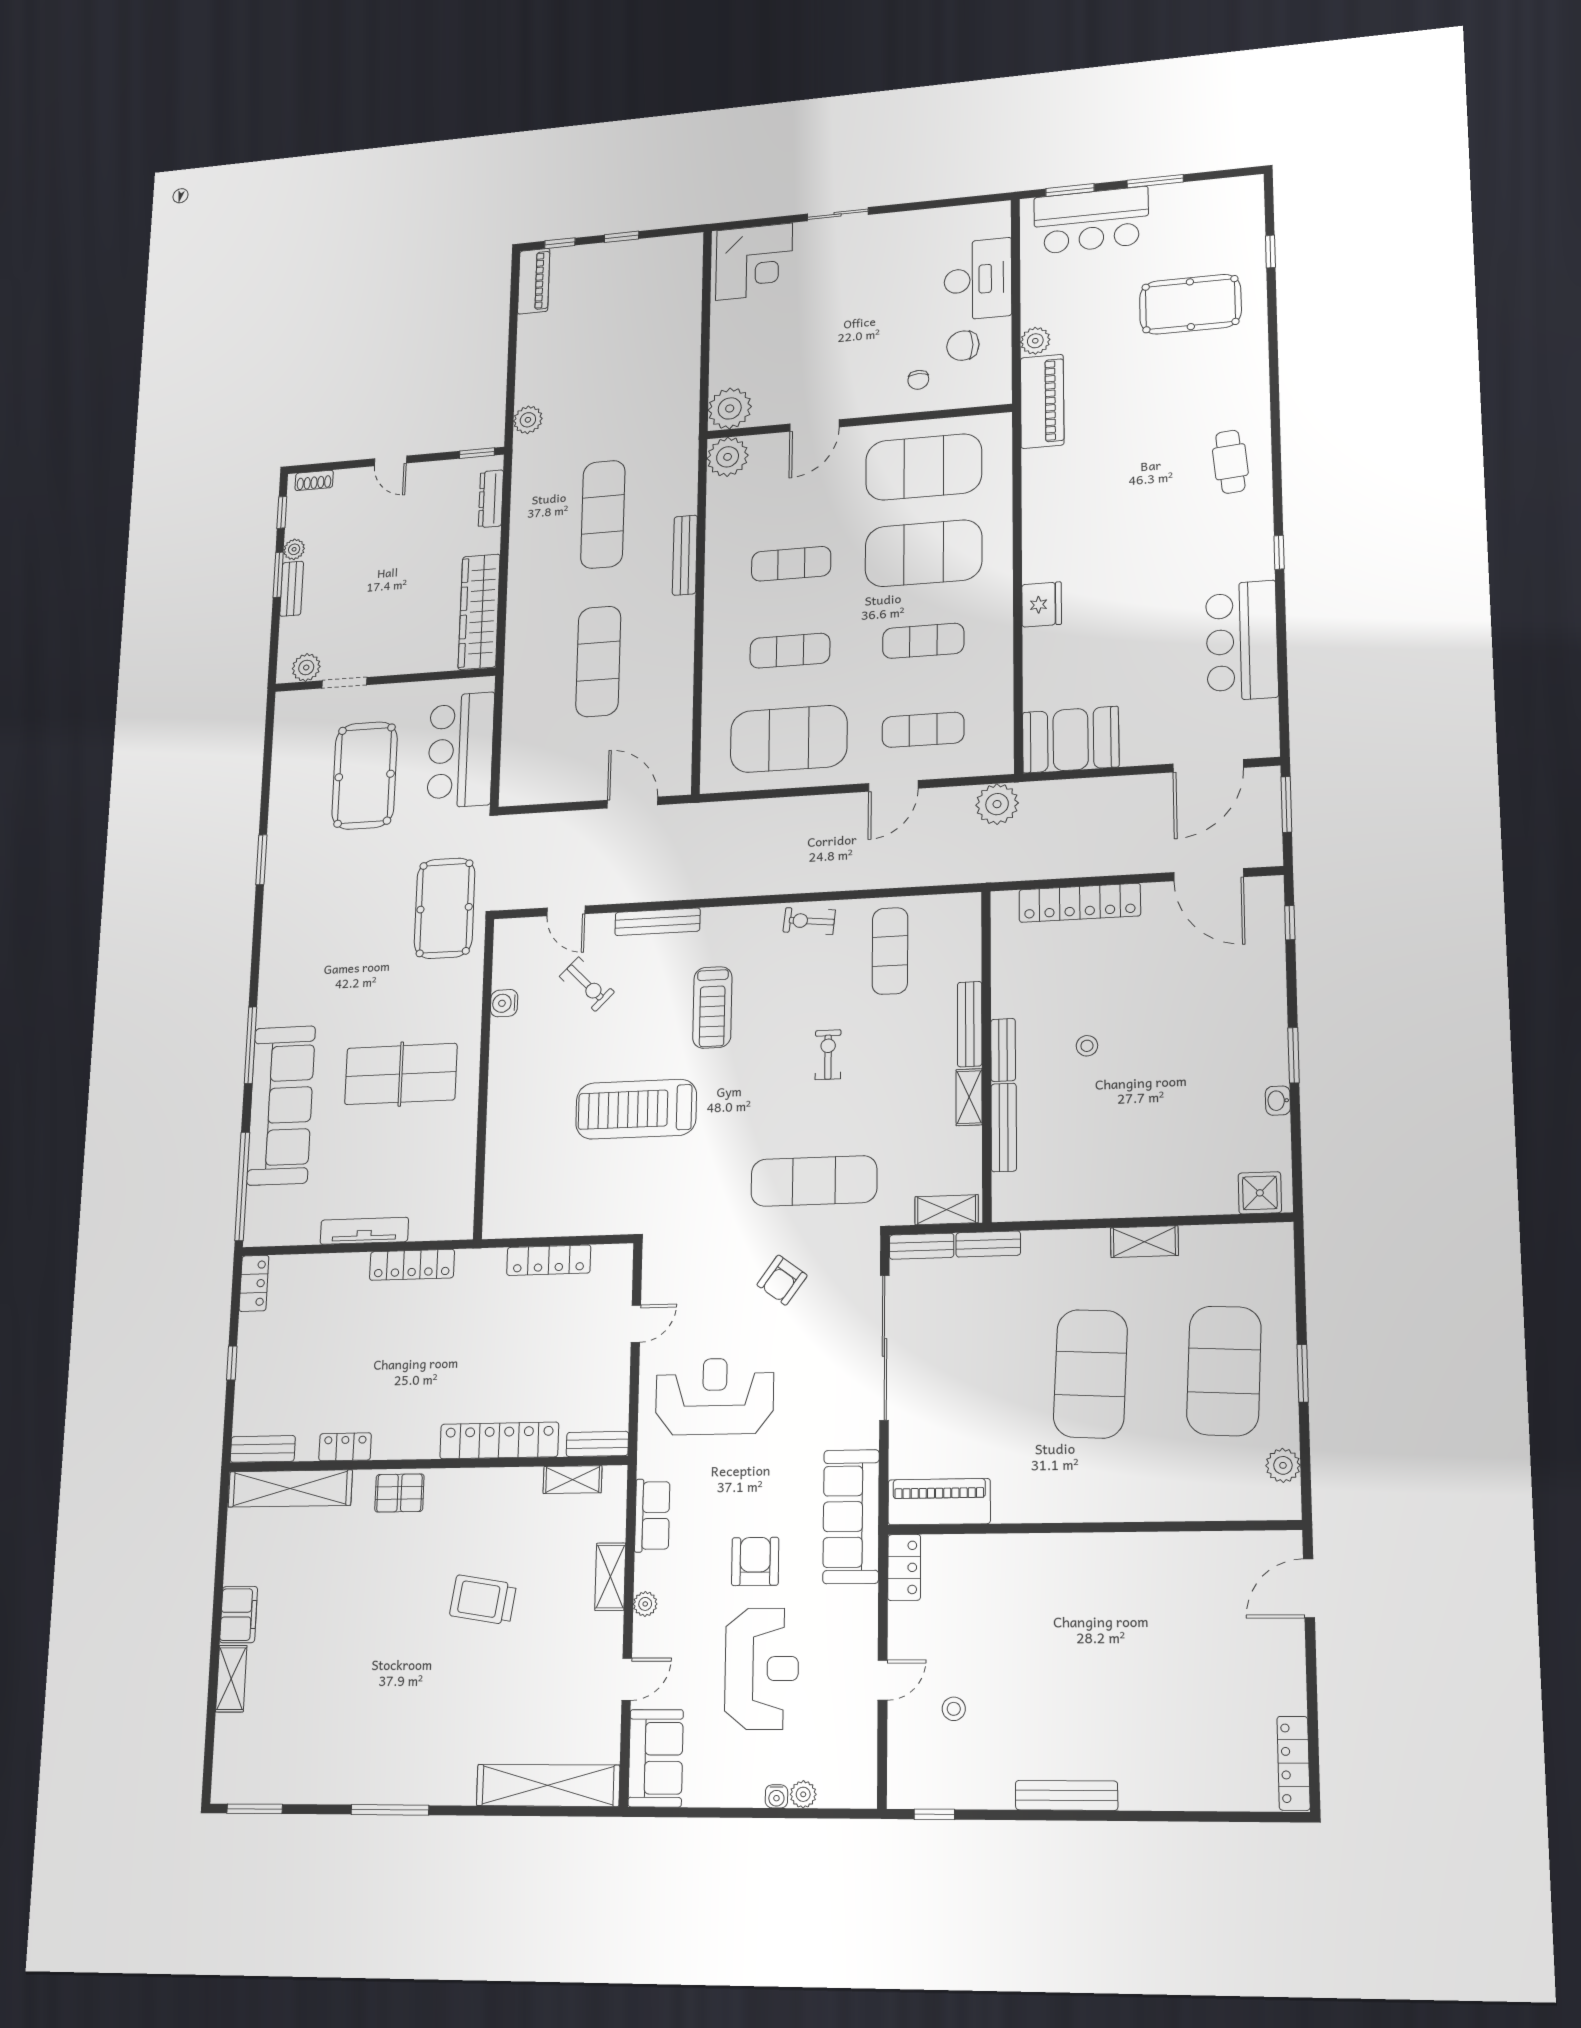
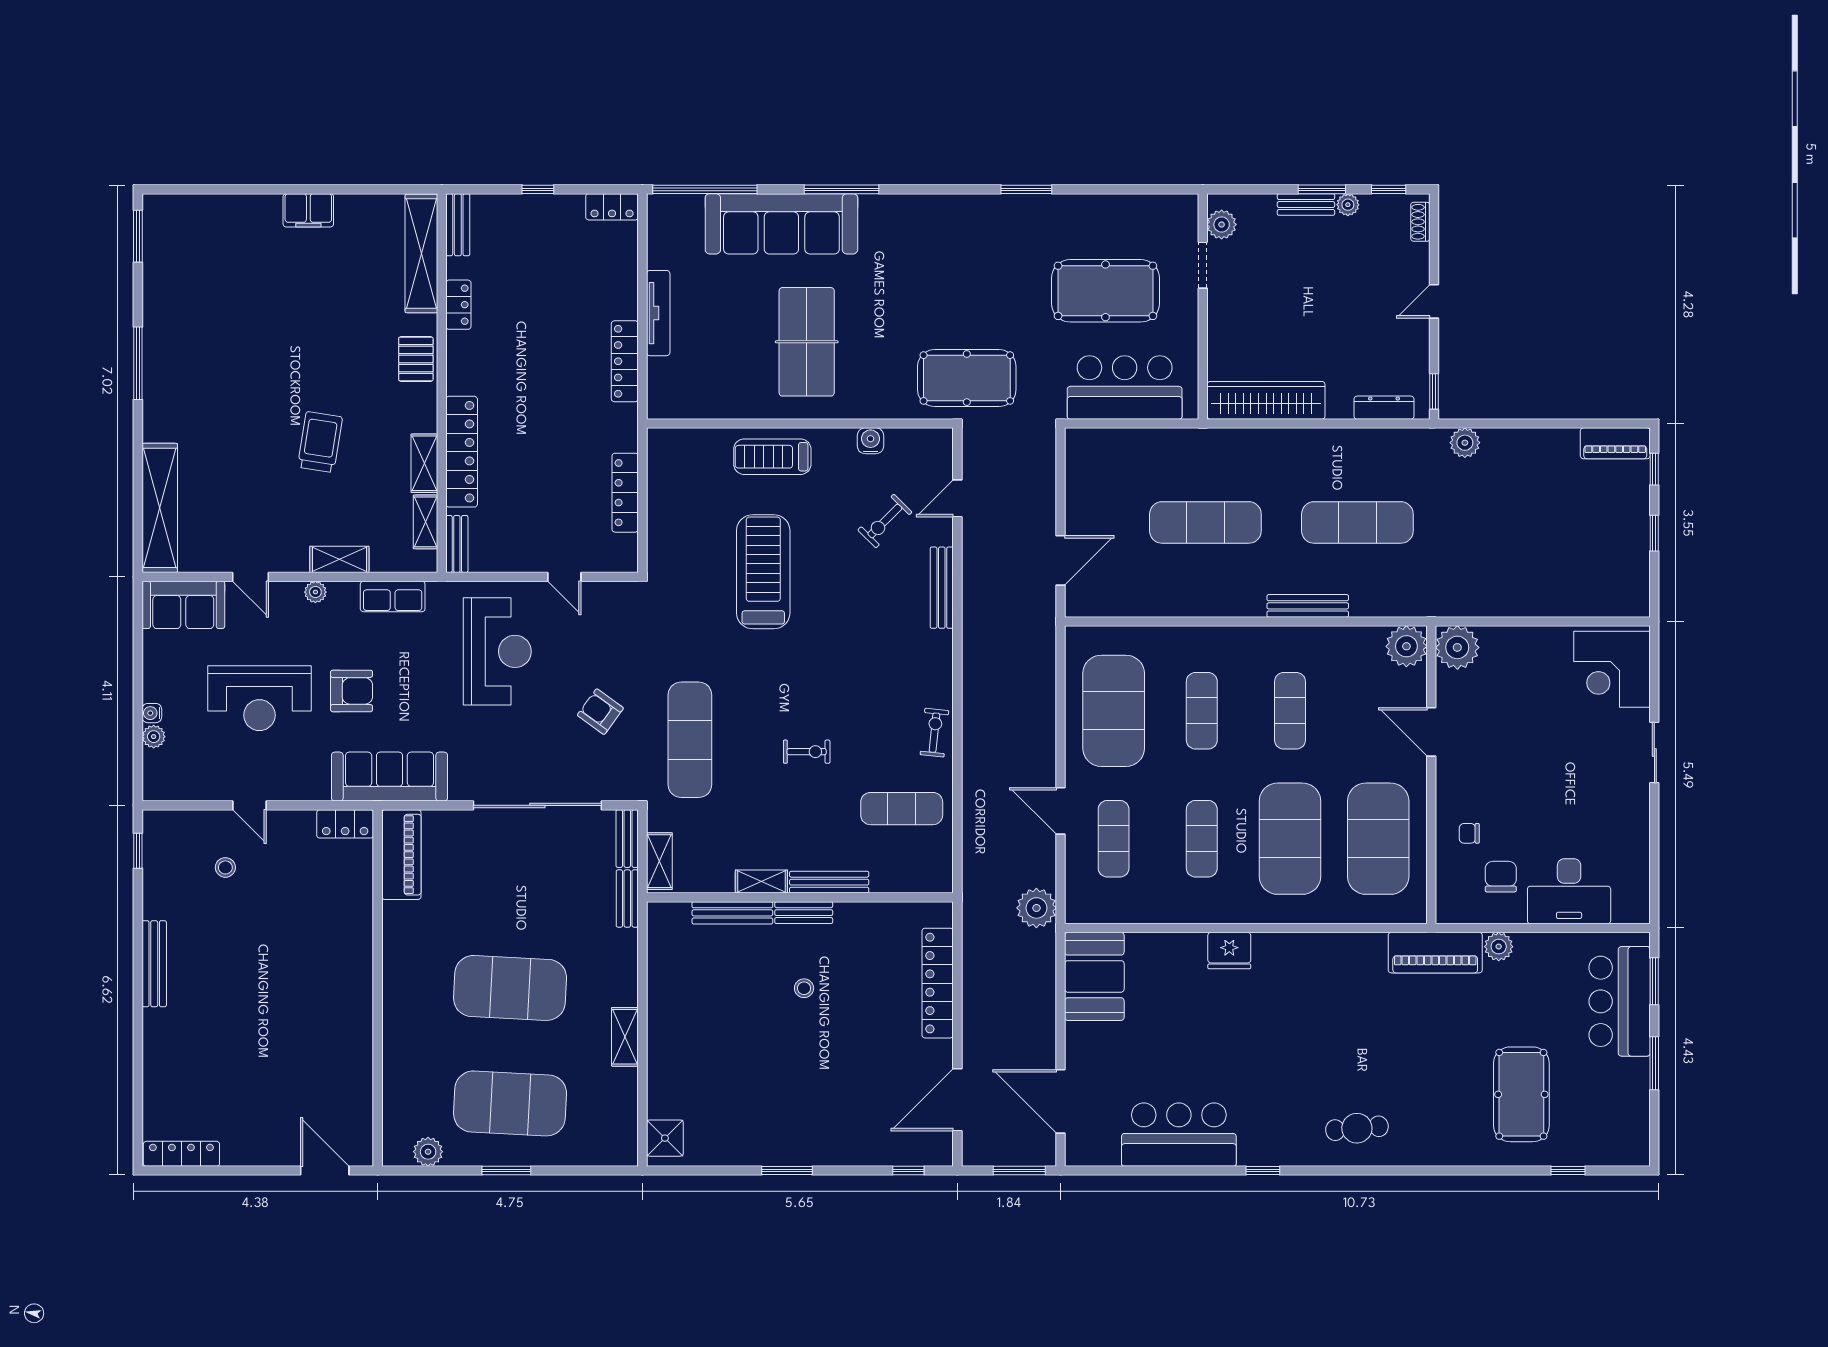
treadmill: (712, 1007) -> (772, 457), moved
washbasin: (1278, 1101) -> (747, 1156), removed
shelving: (231, 1679) -> (424, 463), moved, turned 90

